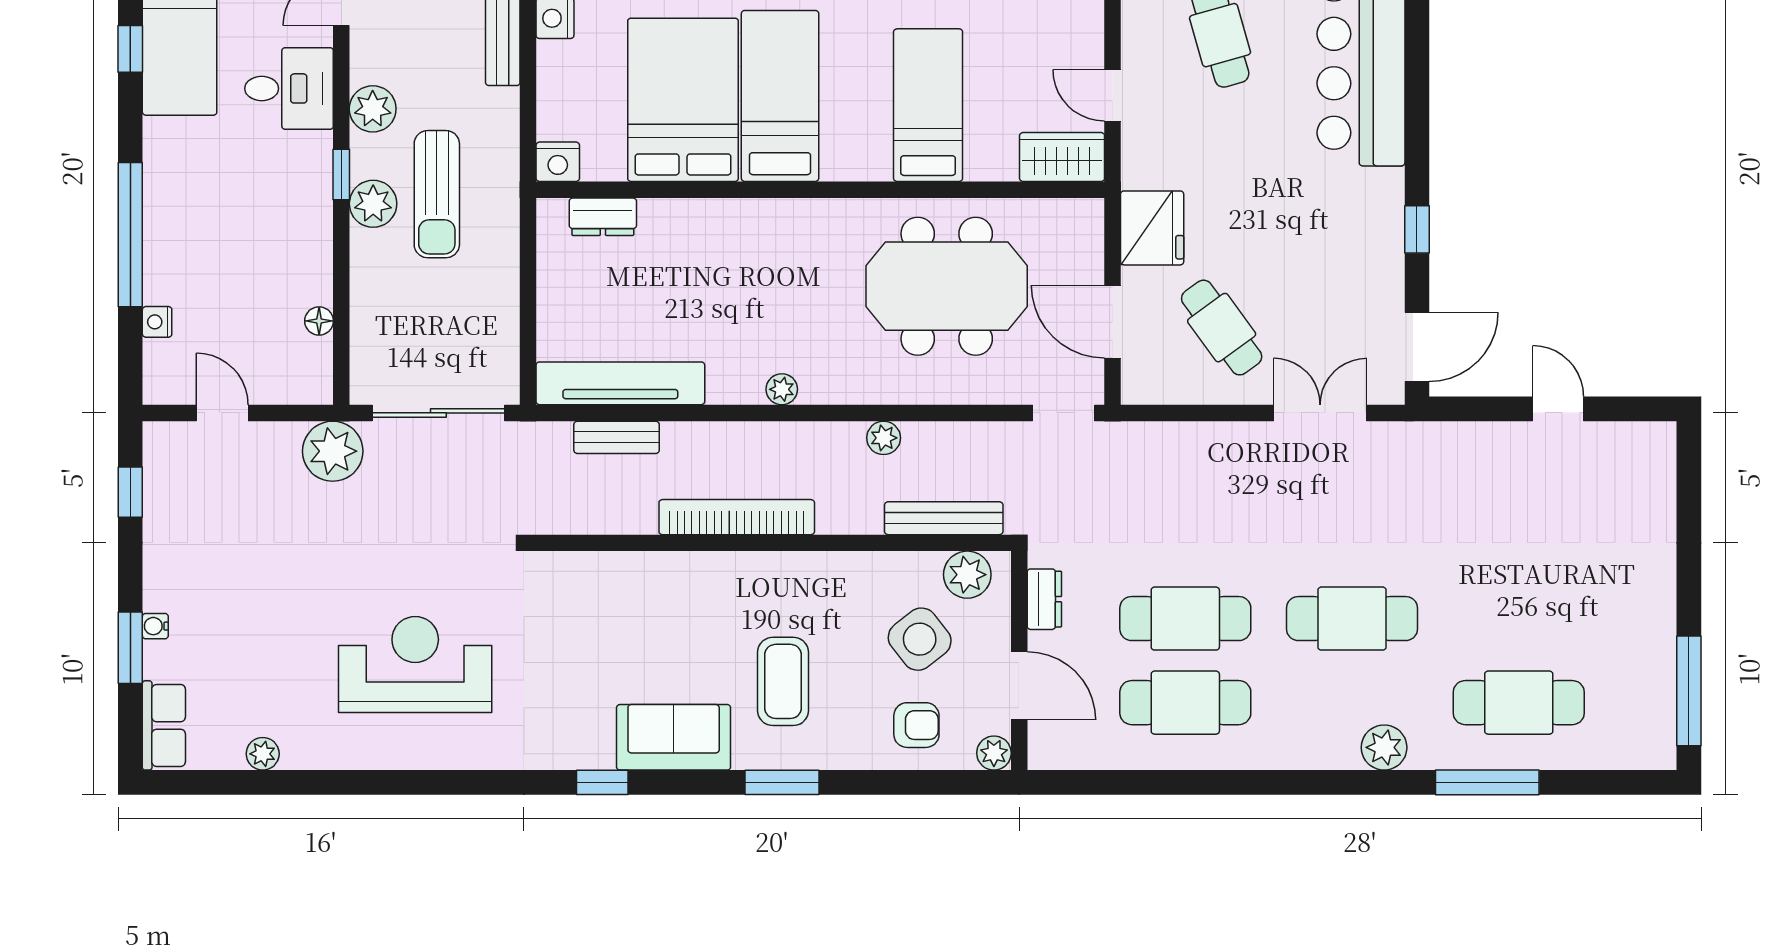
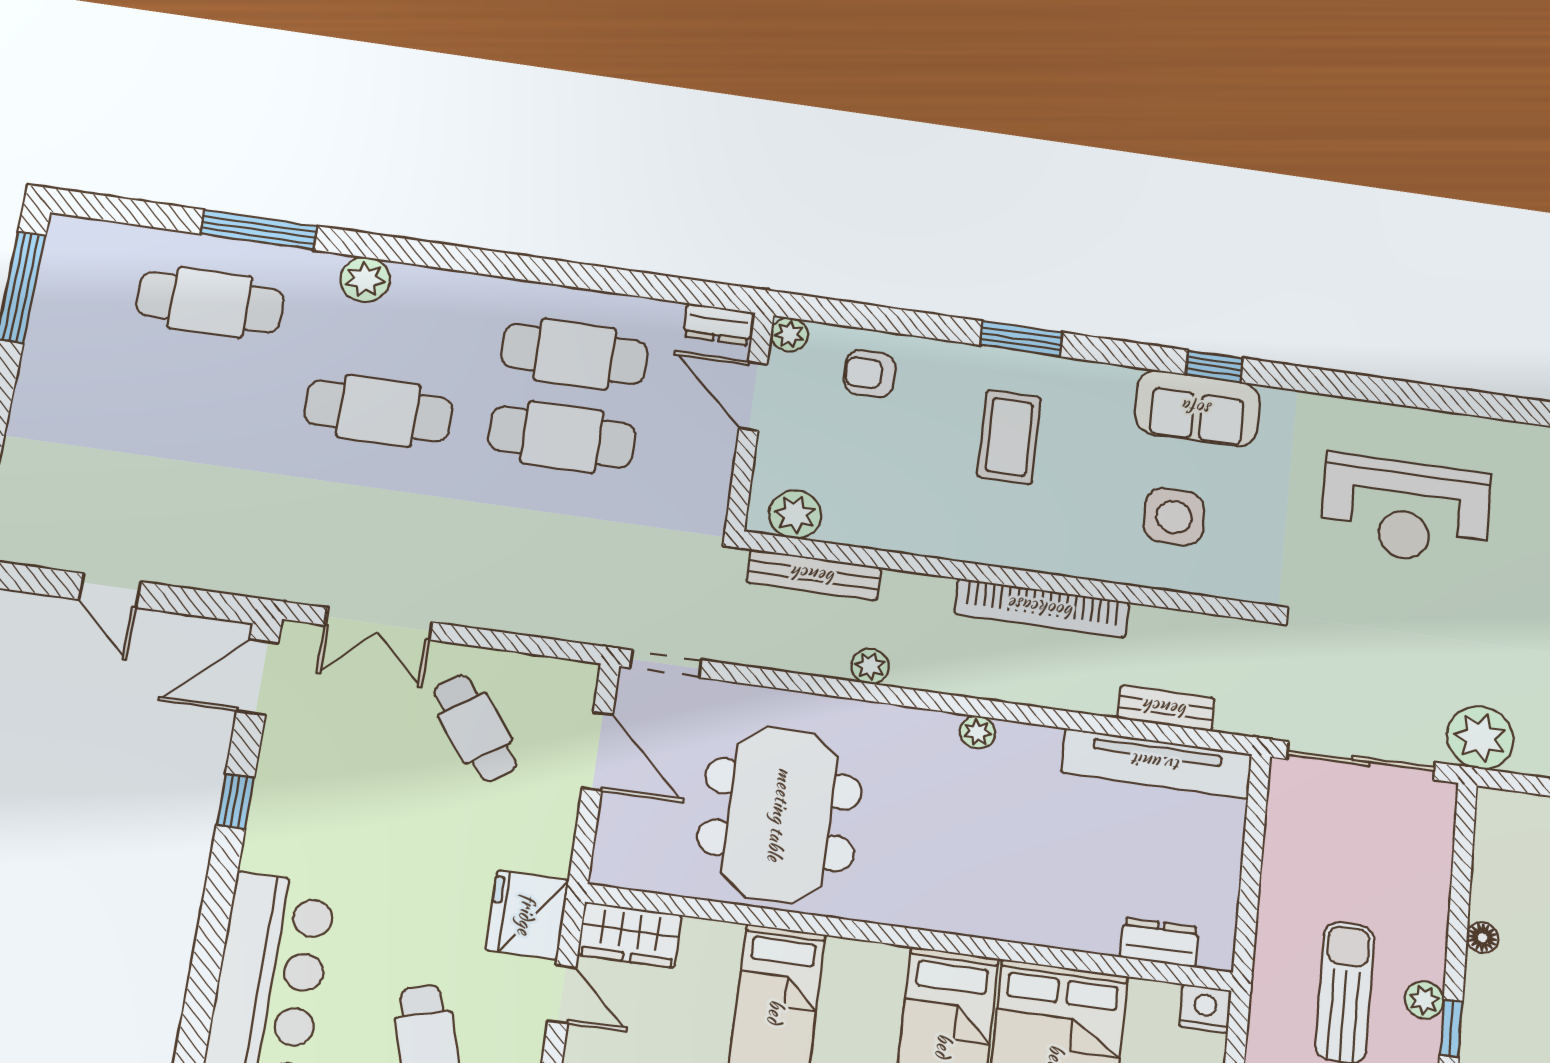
plant: (373, 204) -> (1424, 1000), width x0.73, depth x0.73
fridge: (1152, 228) -> (527, 915), moved
meeting table: (947, 286) -> (780, 815), turned 90
floor lamp: (319, 321) -> (1482, 938), moved
dresser: (1044, 599) -> (718, 324), moved, turned -90
side table: (920, 639) -> (1174, 517), moved, turned 38
sofa: (674, 737) -> (1197, 408), moved

